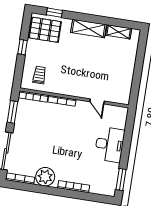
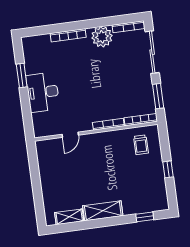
pallet: (45, 30) -> (149, 195), removed
door: (97, 101) -> (70, 135), swing flipped
window: (121, 179) -> (22, 76), moved

